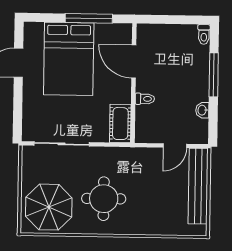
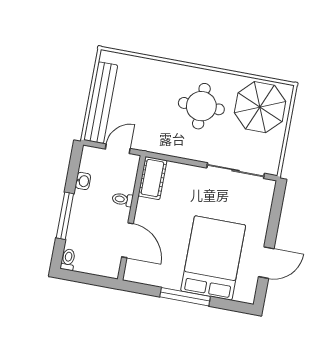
door: (134, 62) -> (127, 240), moved
wall: (134, 83) -> (132, 218), moved
toilet: (145, 99) -> (123, 199), moved
cot: (120, 124) -> (152, 178), moved

